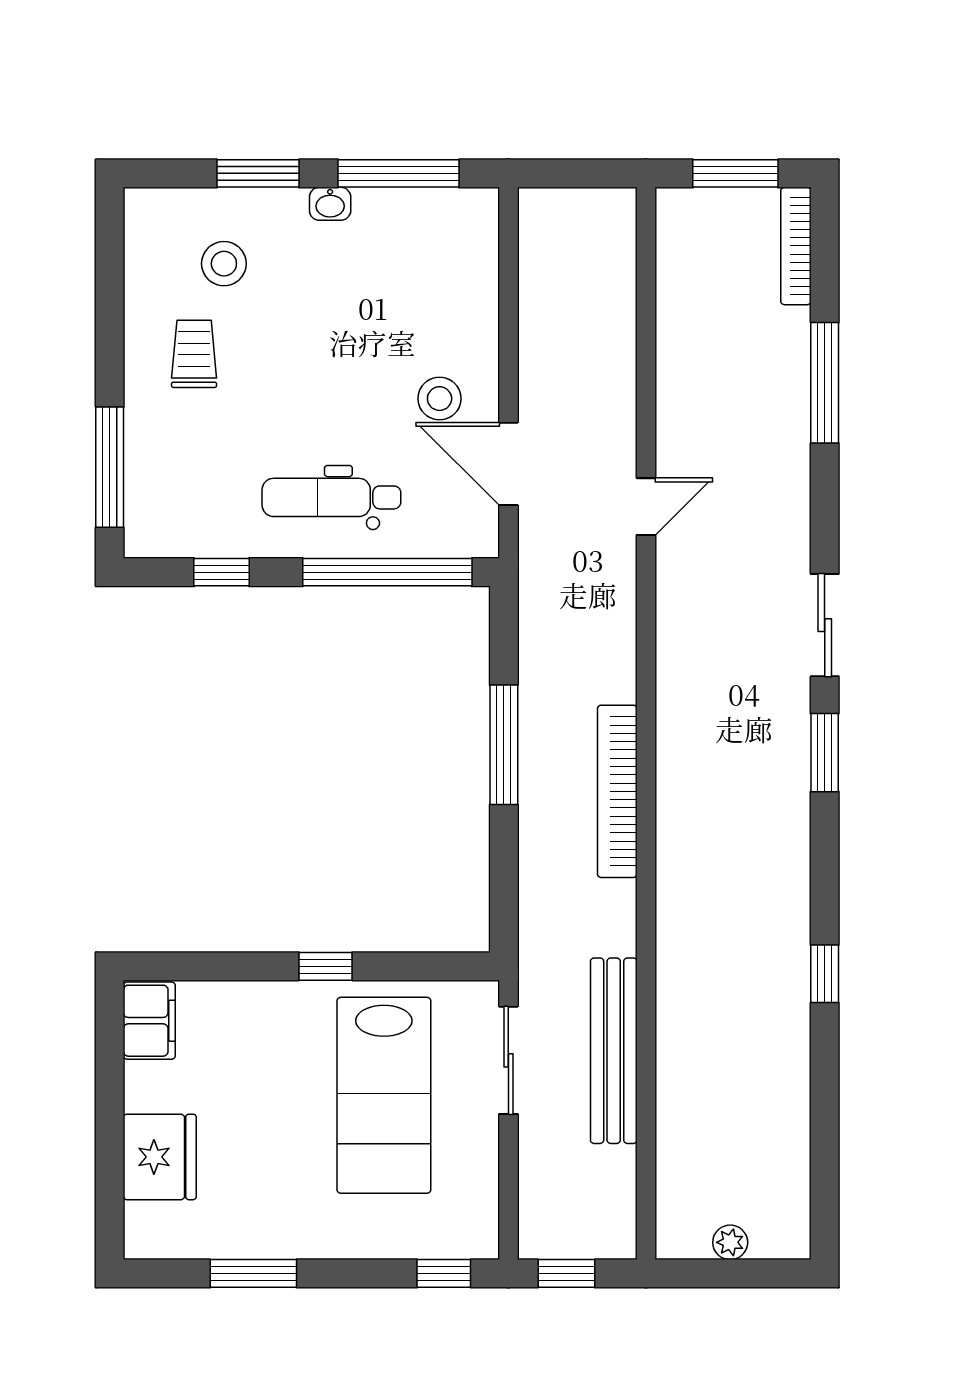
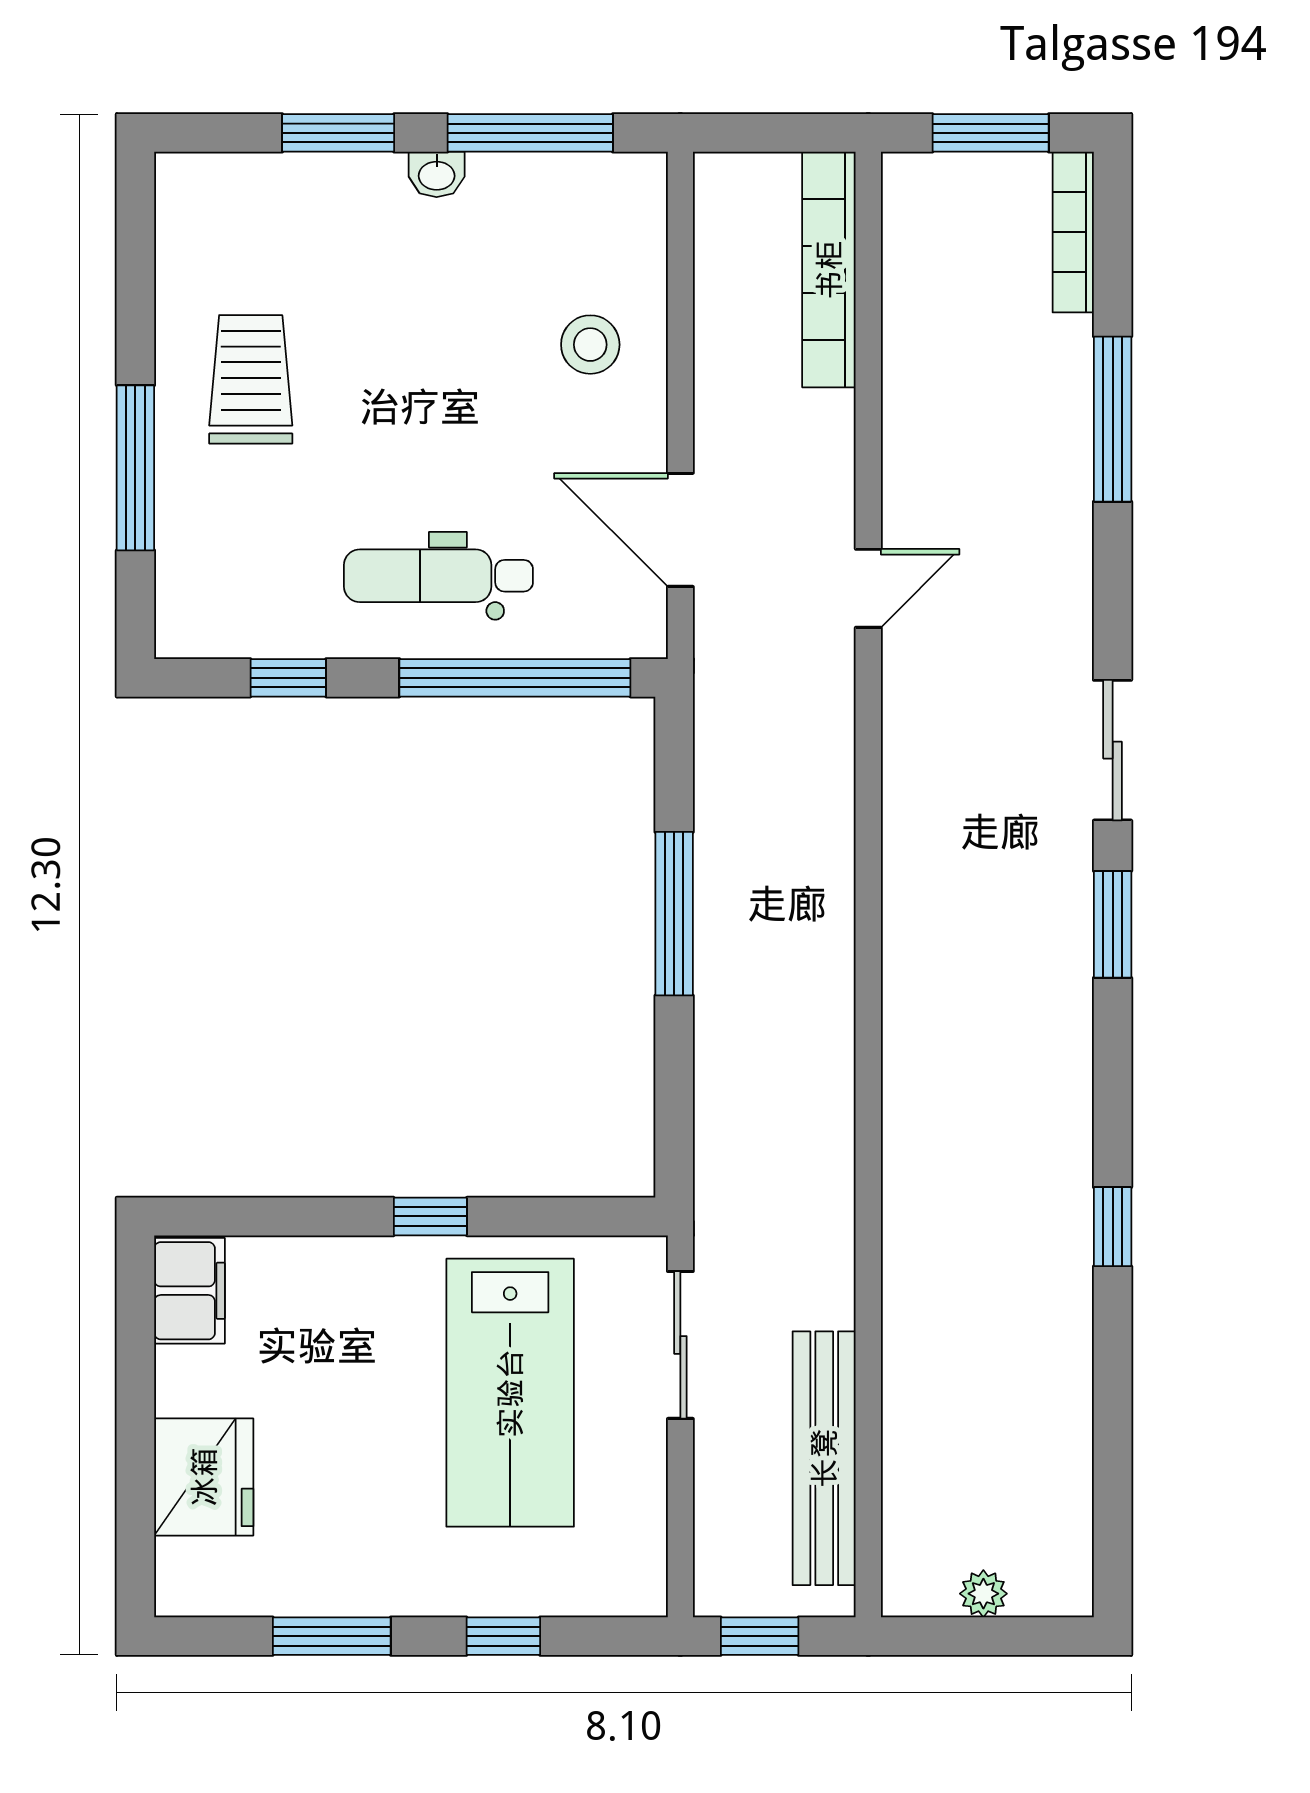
stool: (224, 264) -> (292, 256), removed
trolley: (194, 354) -> (251, 379), width x1.36, depth x1.39
stool: (440, 399) -> (590, 345), moved
window: (110, 467) -> (135, 468), moved
bookcase: (617, 791) -> (829, 270), moved
bench: (614, 1051) -> (824, 1458), moved
window: (444, 1273) -> (503, 1636), moved

